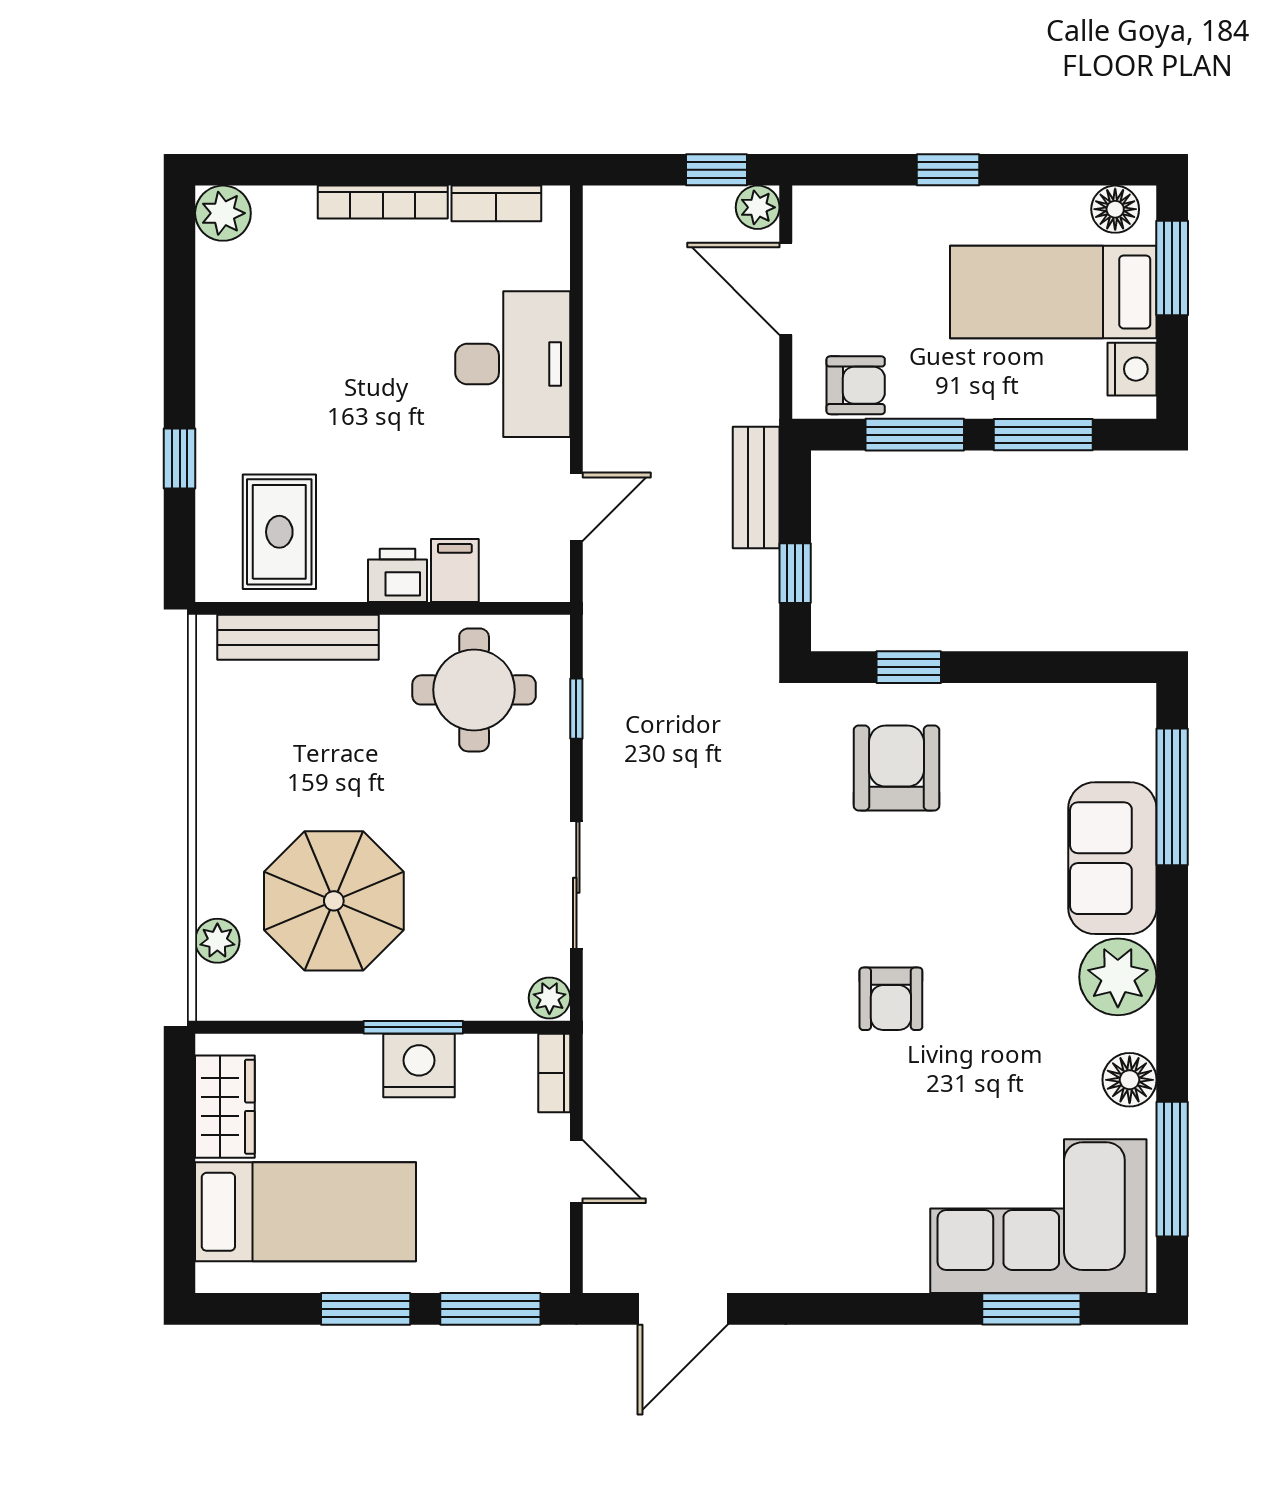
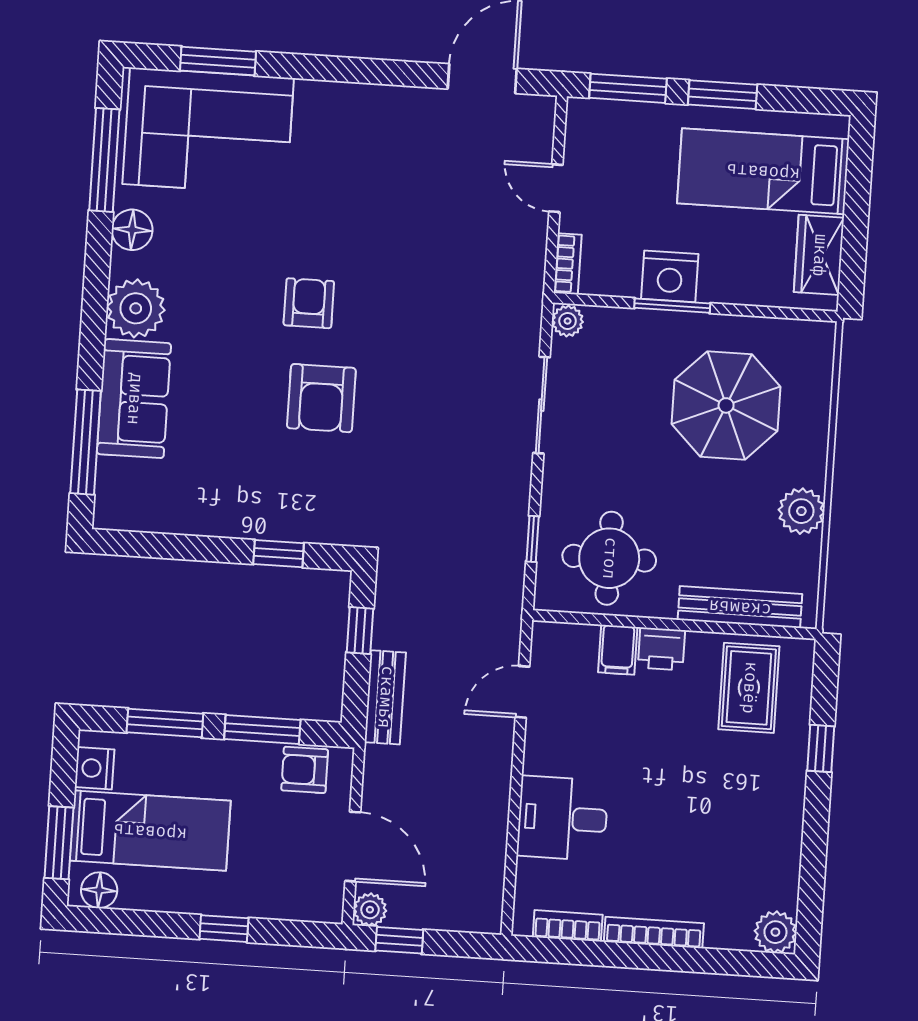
desk: (513, 364) -> (563, 818), width x0.73
armchair: (897, 768) -> (321, 398), moved
plant: (217, 941) -> (801, 511), moved, width x1.38, depth x1.38

